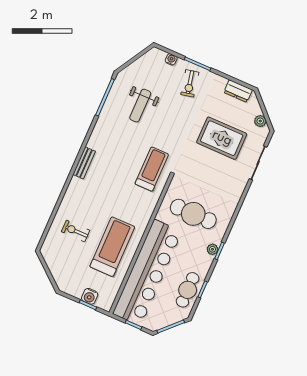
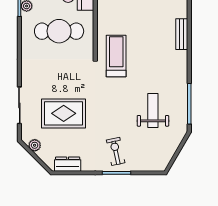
water cooler: (171, 59) -> (143, 166), removed
treadmill: (152, 169) -> (116, 56), turned 180

